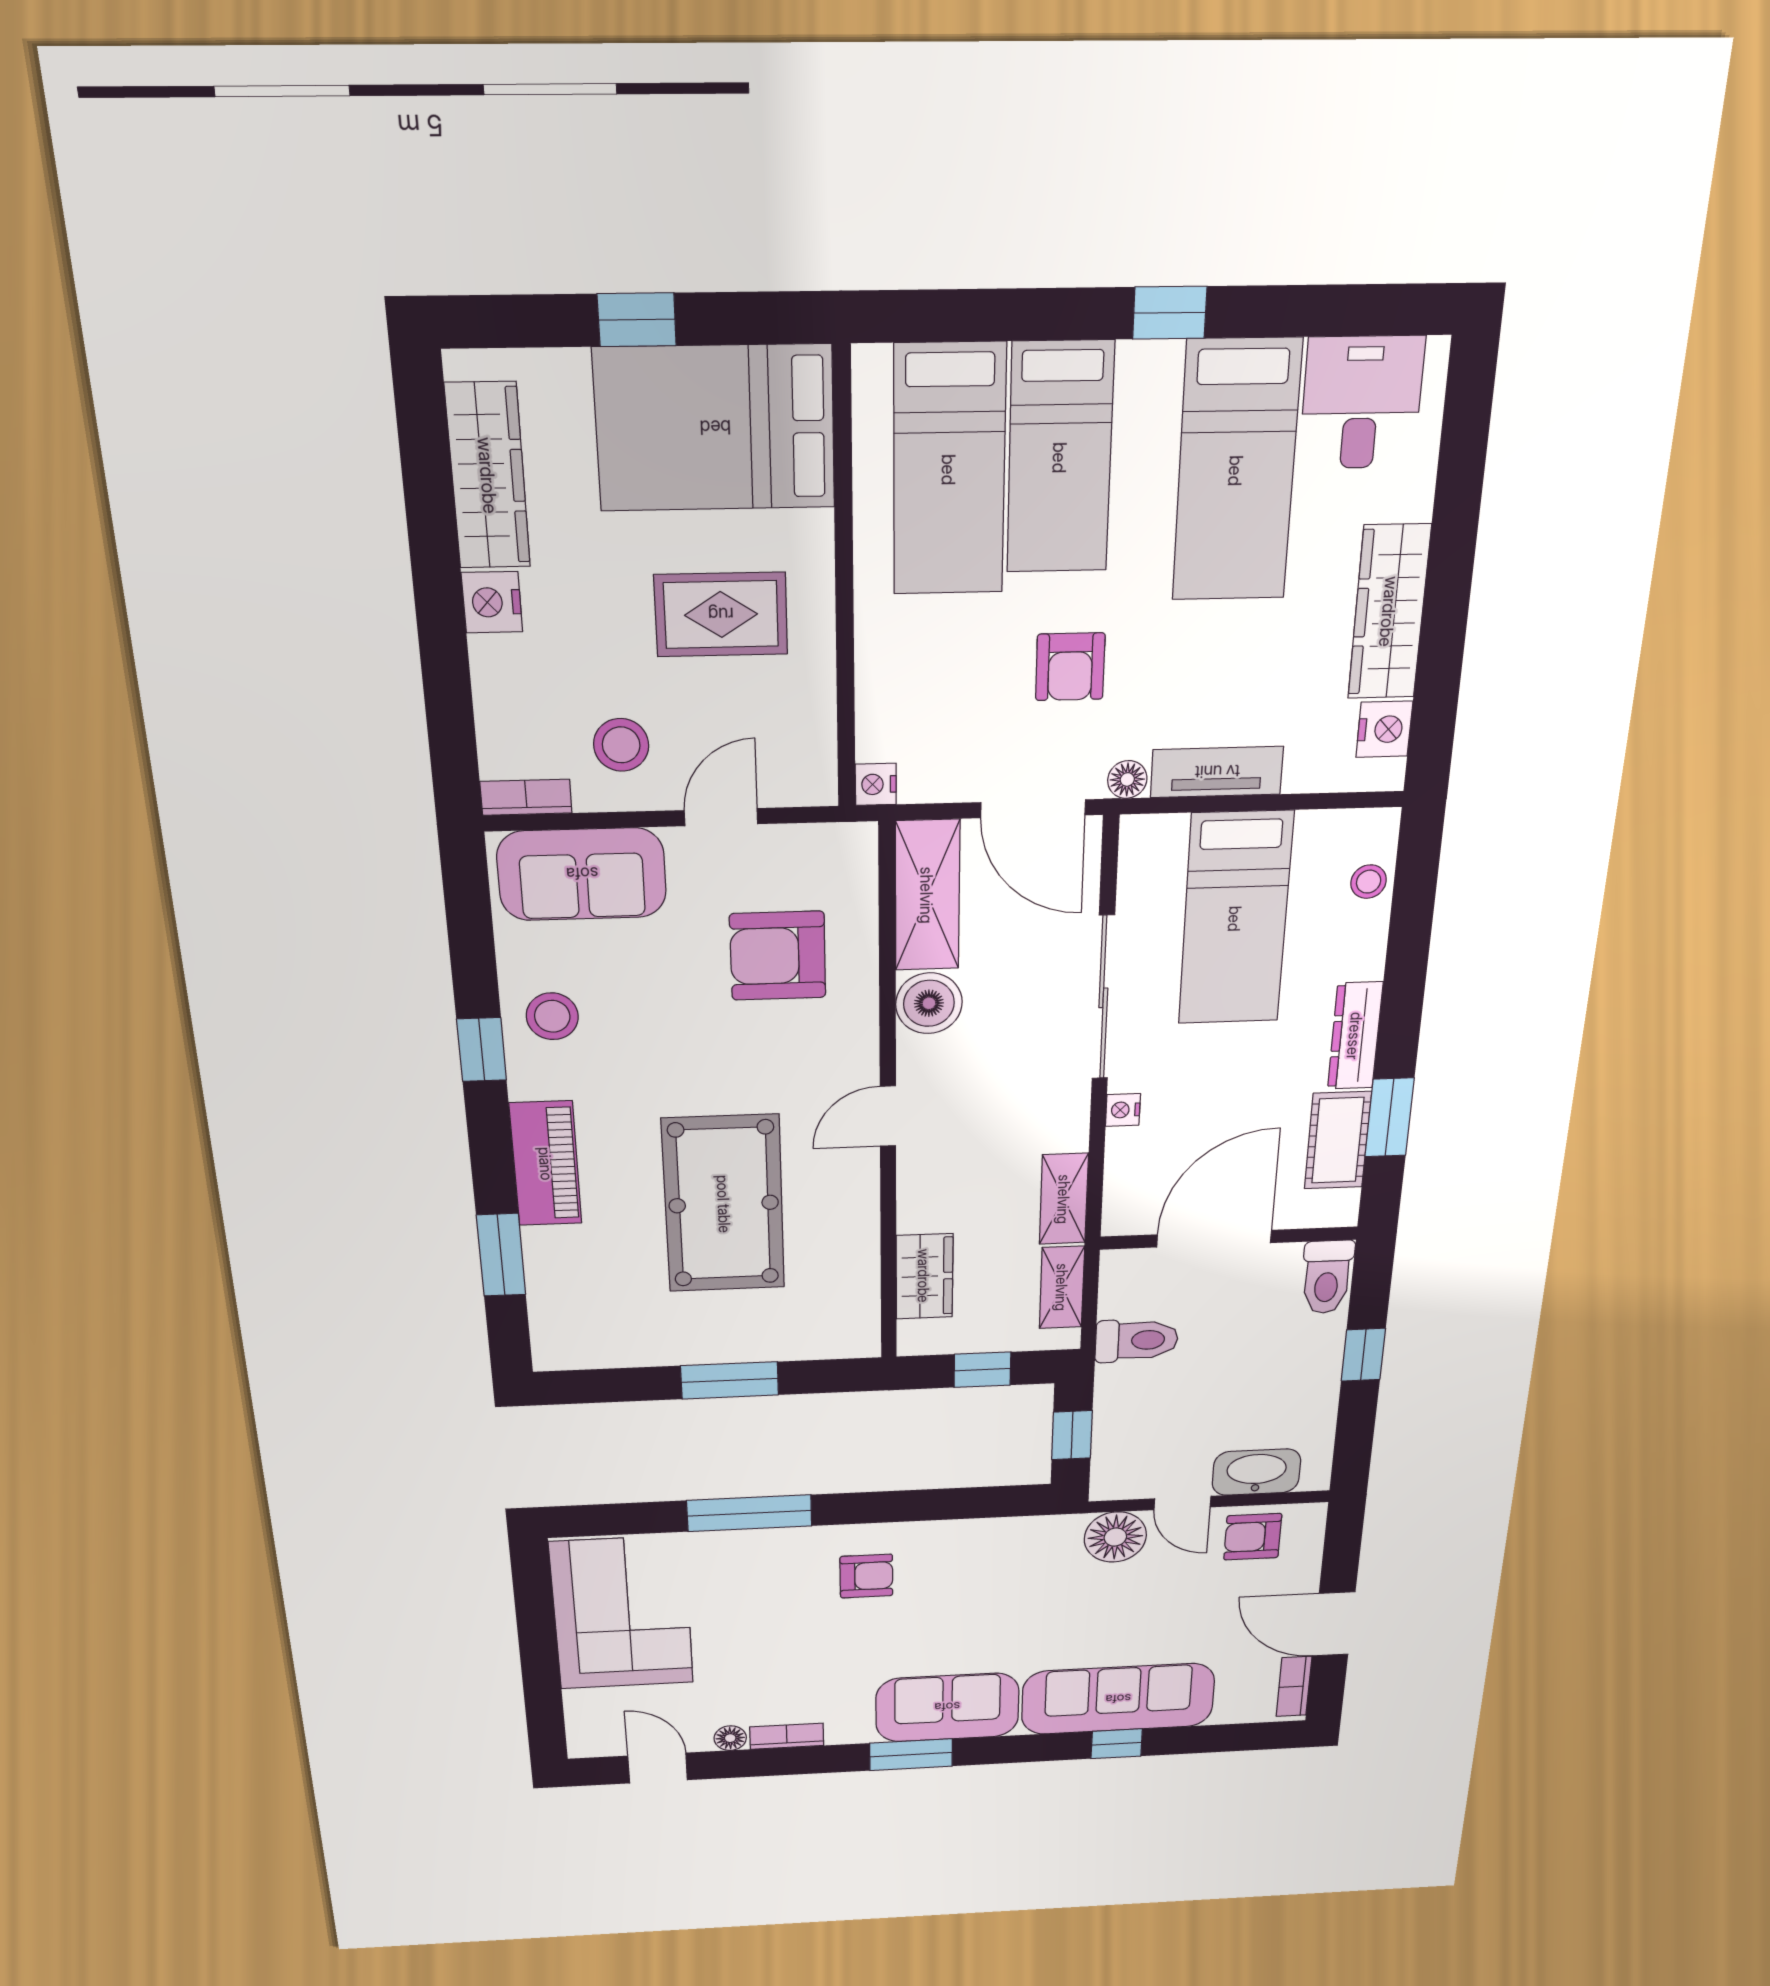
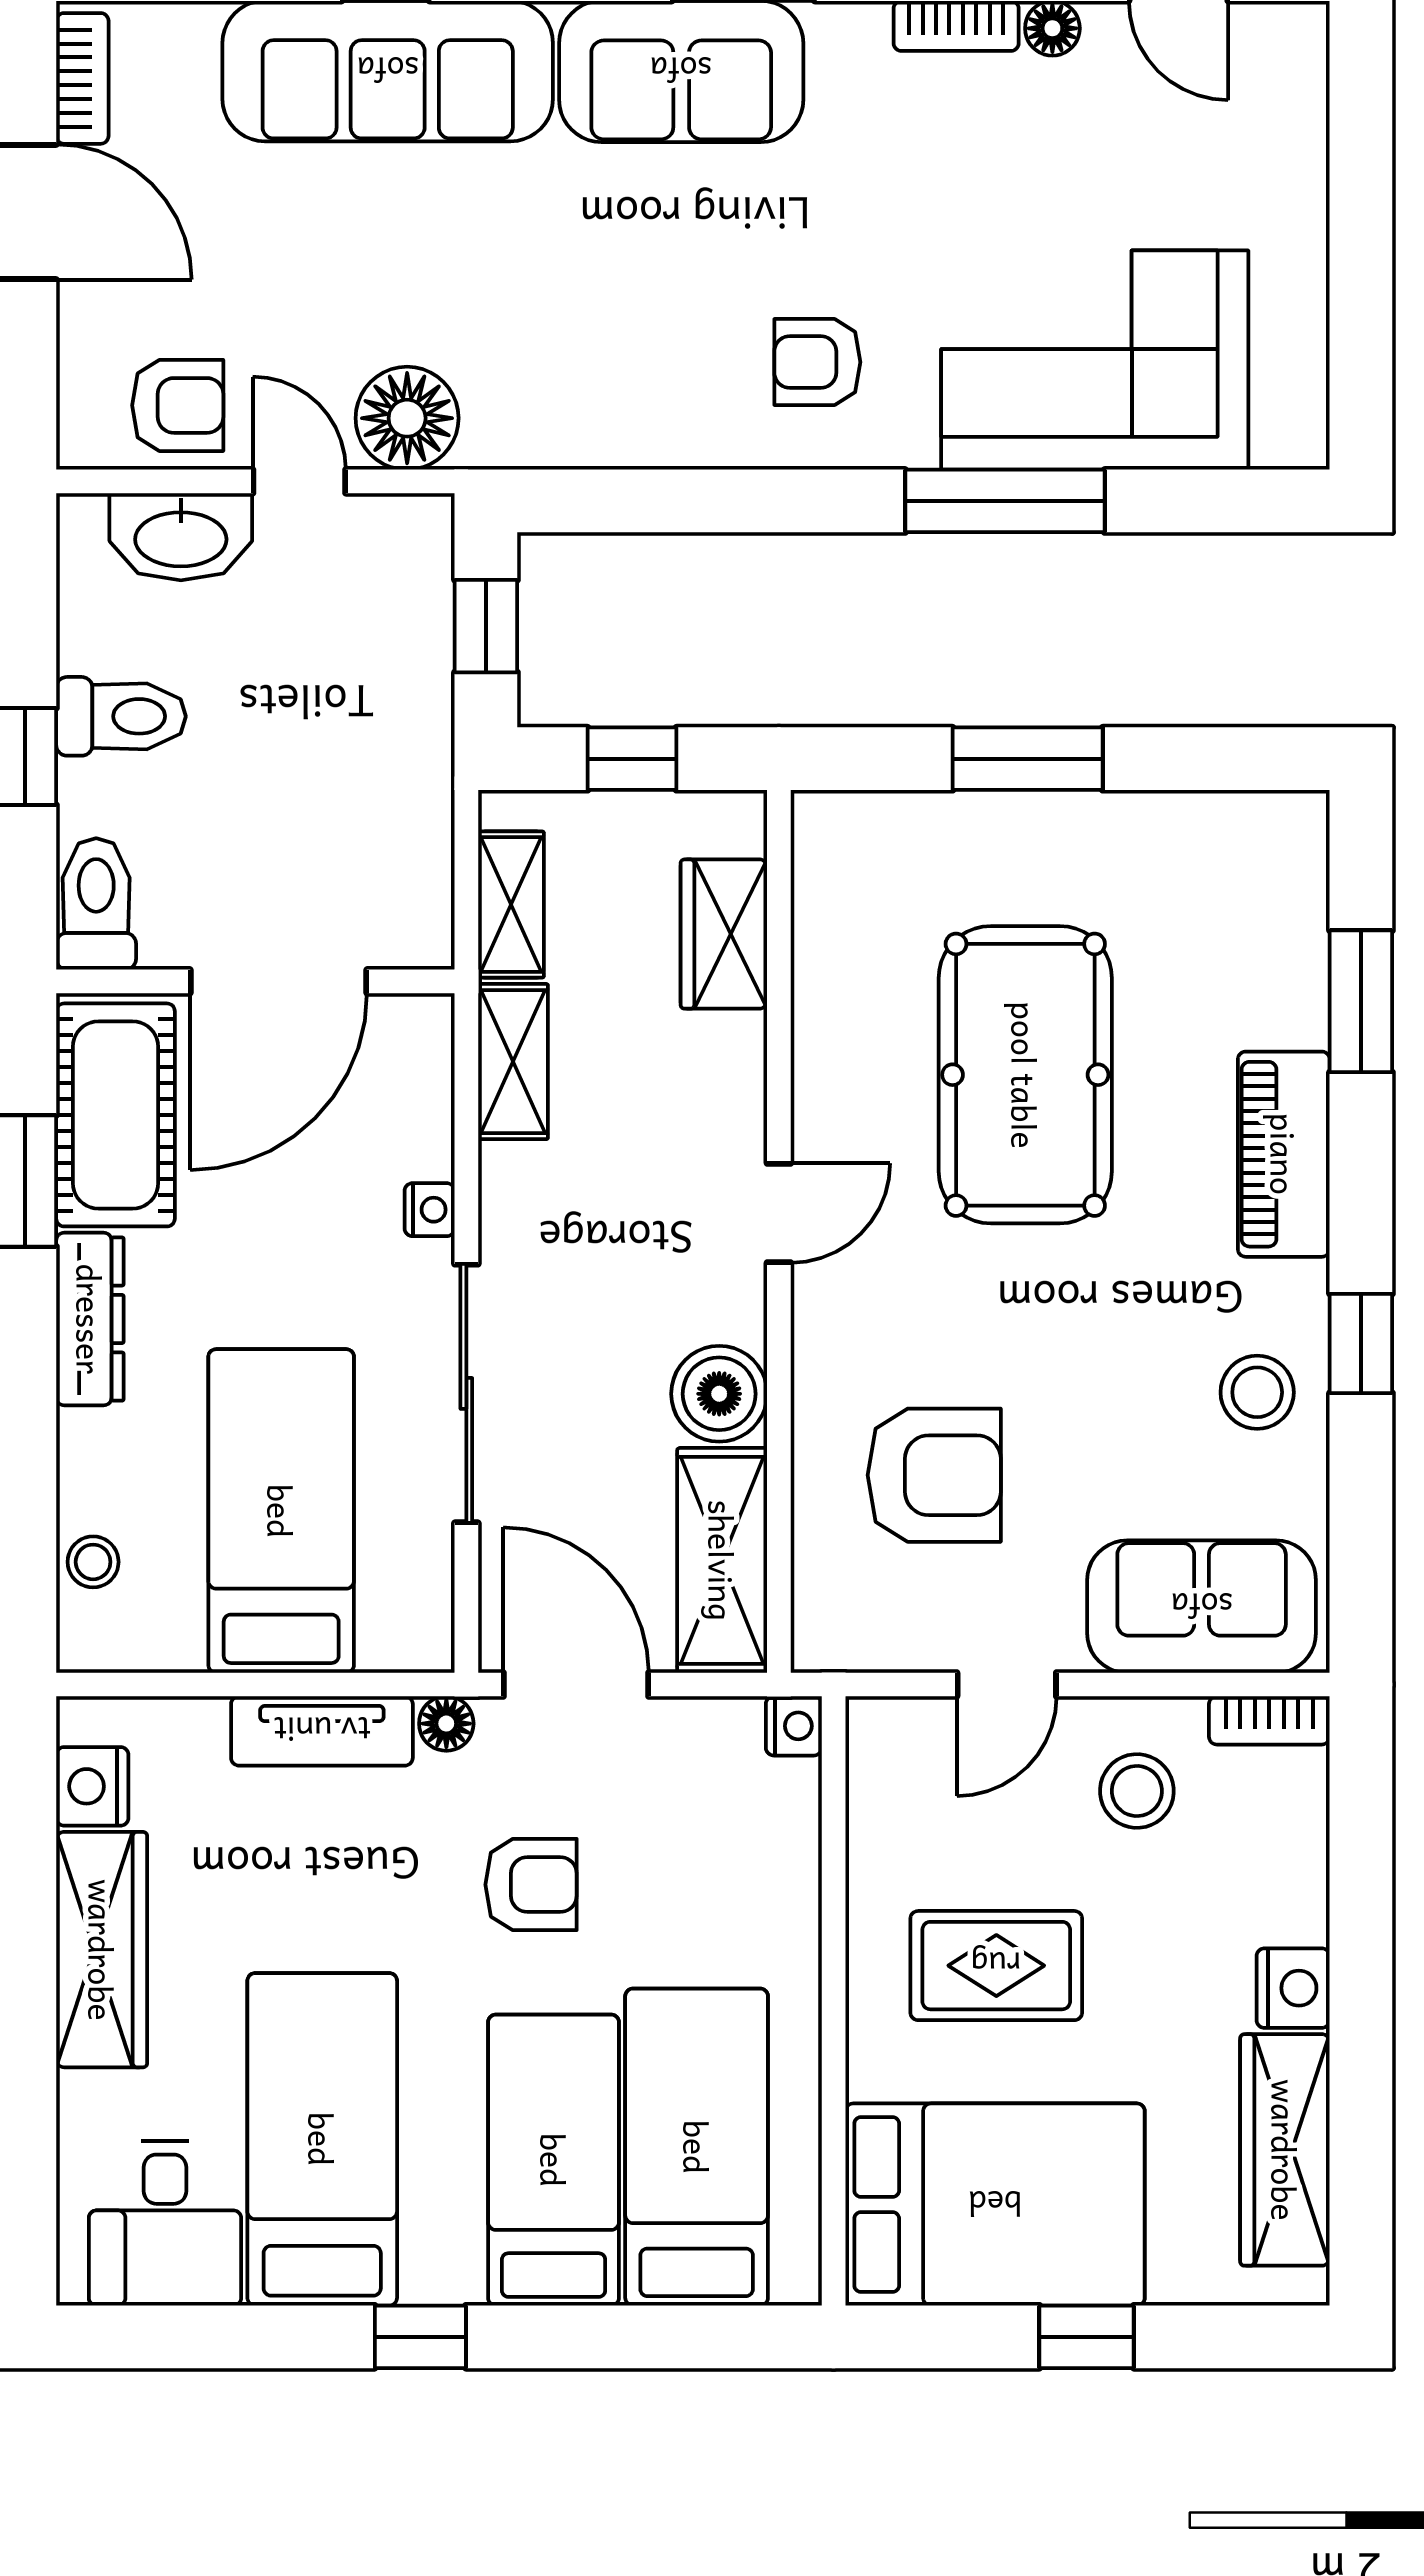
armchair: (1070, 667) -> (531, 1885), turned 90
cot: (1338, 1140) -> (116, 1115), width x1.37, depth x1.34
toilet: (1137, 1340) -> (121, 716), moved, turned 180
corner sofa: (622, 1613) -> (1095, 360), moved, turned 90

